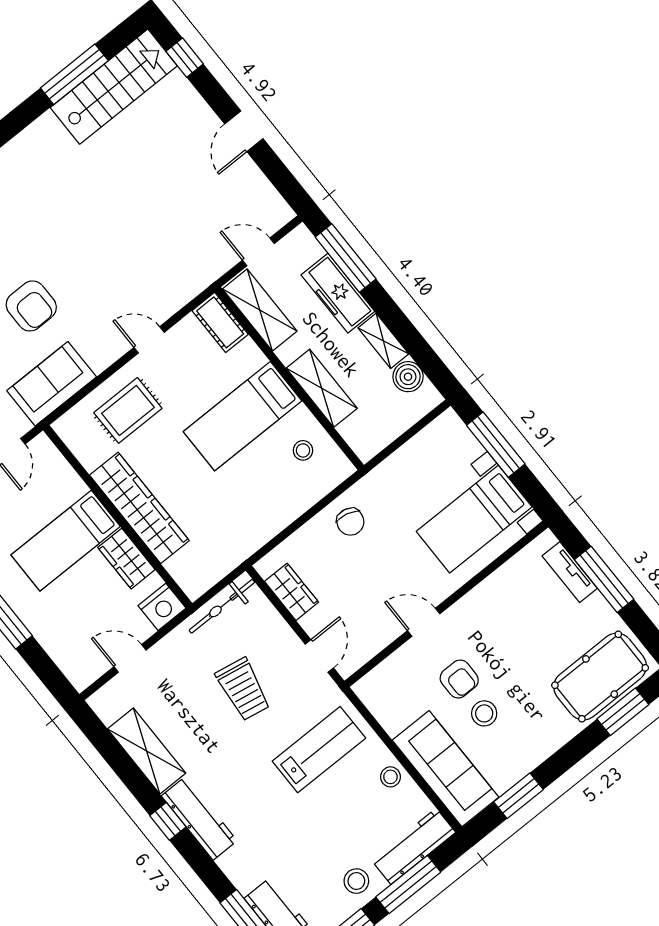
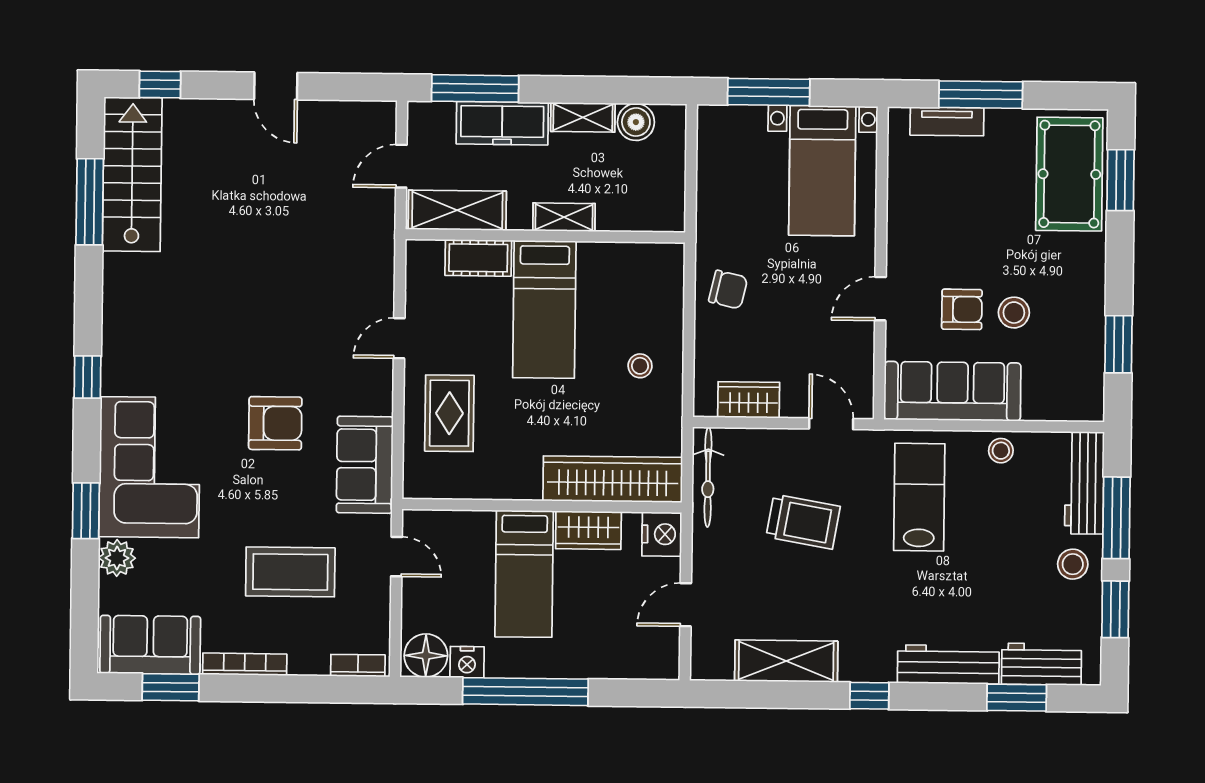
cot: (220, 322) -> (478, 258), moved
shelving: (322, 388) -> (564, 217), width x0.67, depth x0.75
stool: (303, 450) -> (640, 366), moved
wardrobe: (139, 508) -> (613, 479), moved
sofa: (445, 769) -> (952, 391), moved
workbench: (199, 818) -> (948, 665), moved

